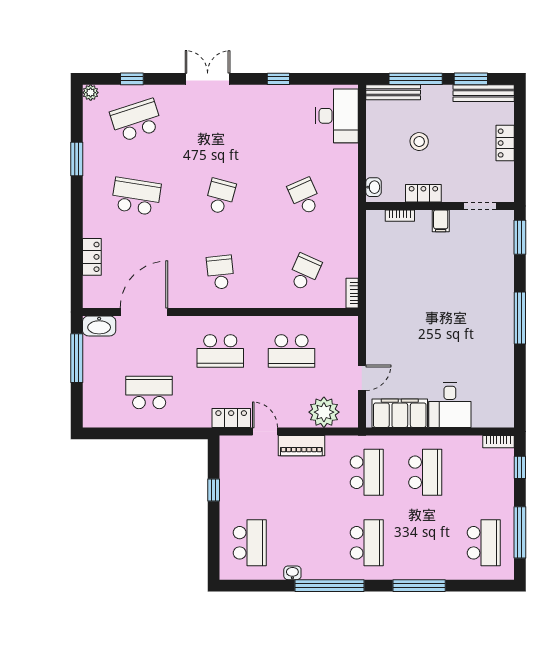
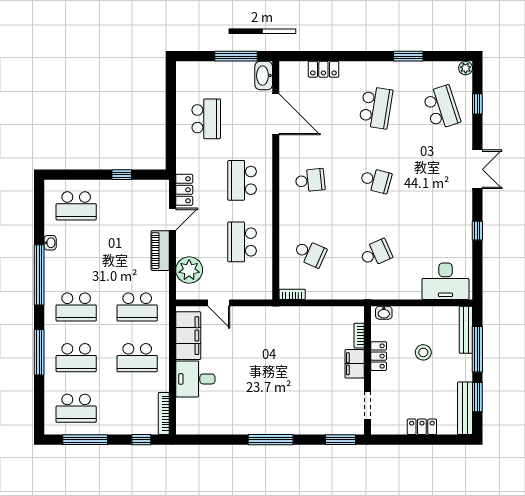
filing cabinet: (441, 221) -> (355, 364), width x2.00
bookcase: (499, 442) -> (164, 413), width x1.56
school desk: (425, 543) -> (76, 358), added

